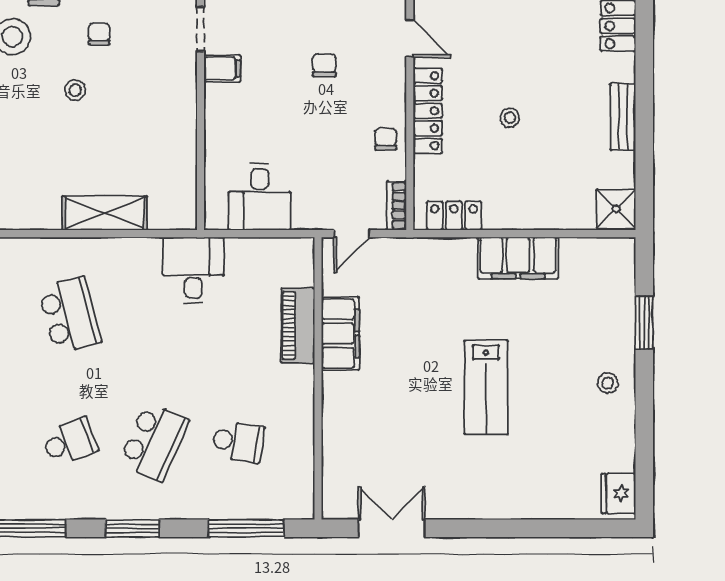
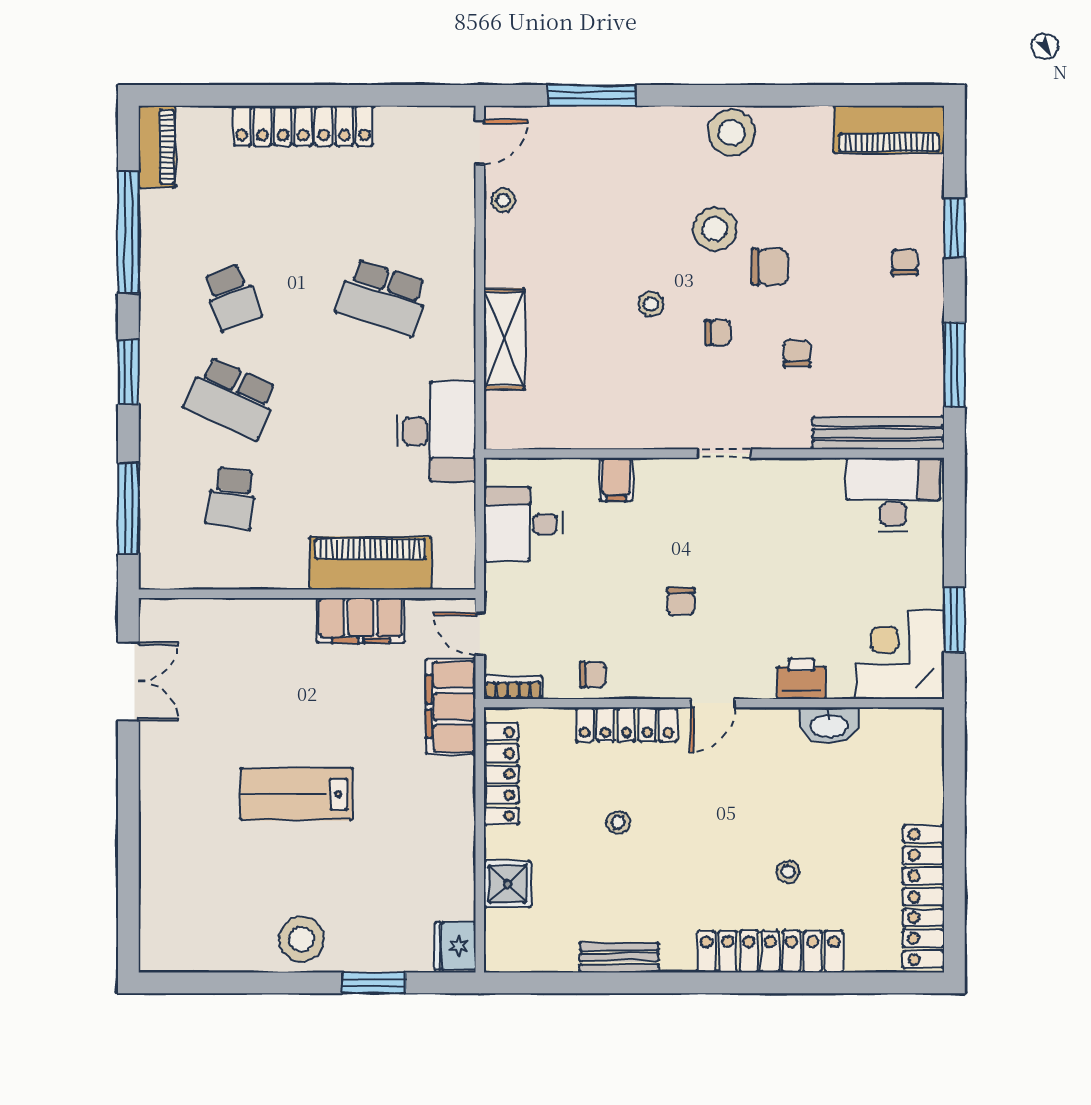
chair: (324, 65) -> (681, 601), turned 90
filing cabinet: (222, 69) -> (616, 479), moved
shower: (616, 209) -> (507, 884), moved
locker: (454, 216) -> (501, 774), width x1.53
filing cabinet: (518, 258) -> (451, 706), moved
desk: (193, 270) -> (436, 431), width x1.37
school desk: (70, 315) -> (383, 297), turned 33
piano: (298, 326) -> (370, 563), width x1.37, depth x1.33
stool: (608, 383) -> (302, 939), width x1.89, depth x1.89
fridge: (618, 493) -> (455, 946), moved, turned -90

